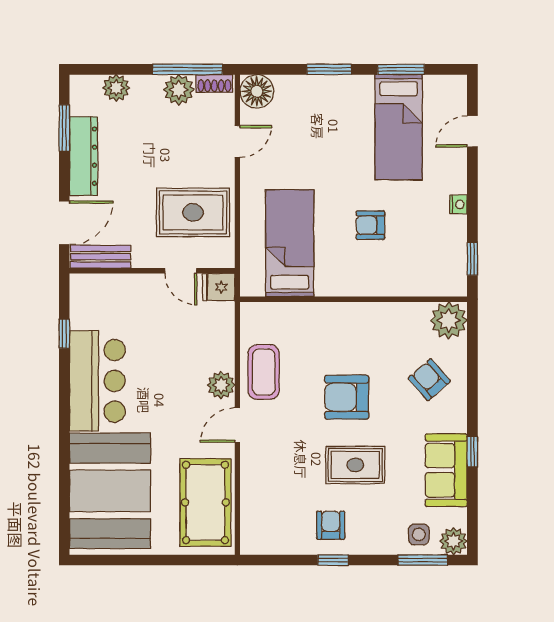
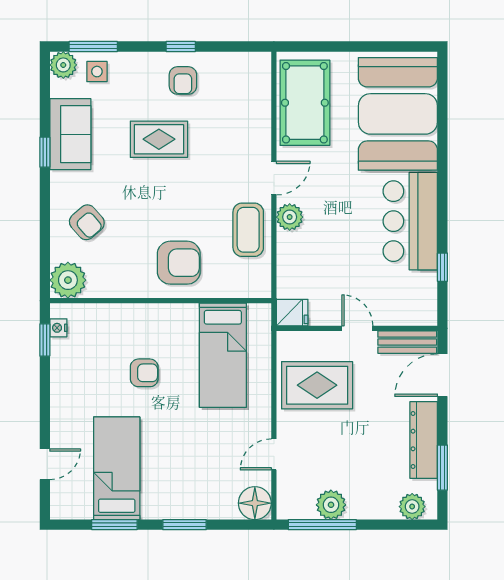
shoe rack: (214, 83) -> (296, 511), removed
plant: (116, 88) -> (412, 507), moved
nightstand: (458, 204) -> (58, 328), moved
door: (181, 271) -> (357, 328), moved
armchair: (347, 397) -> (179, 263), moved

